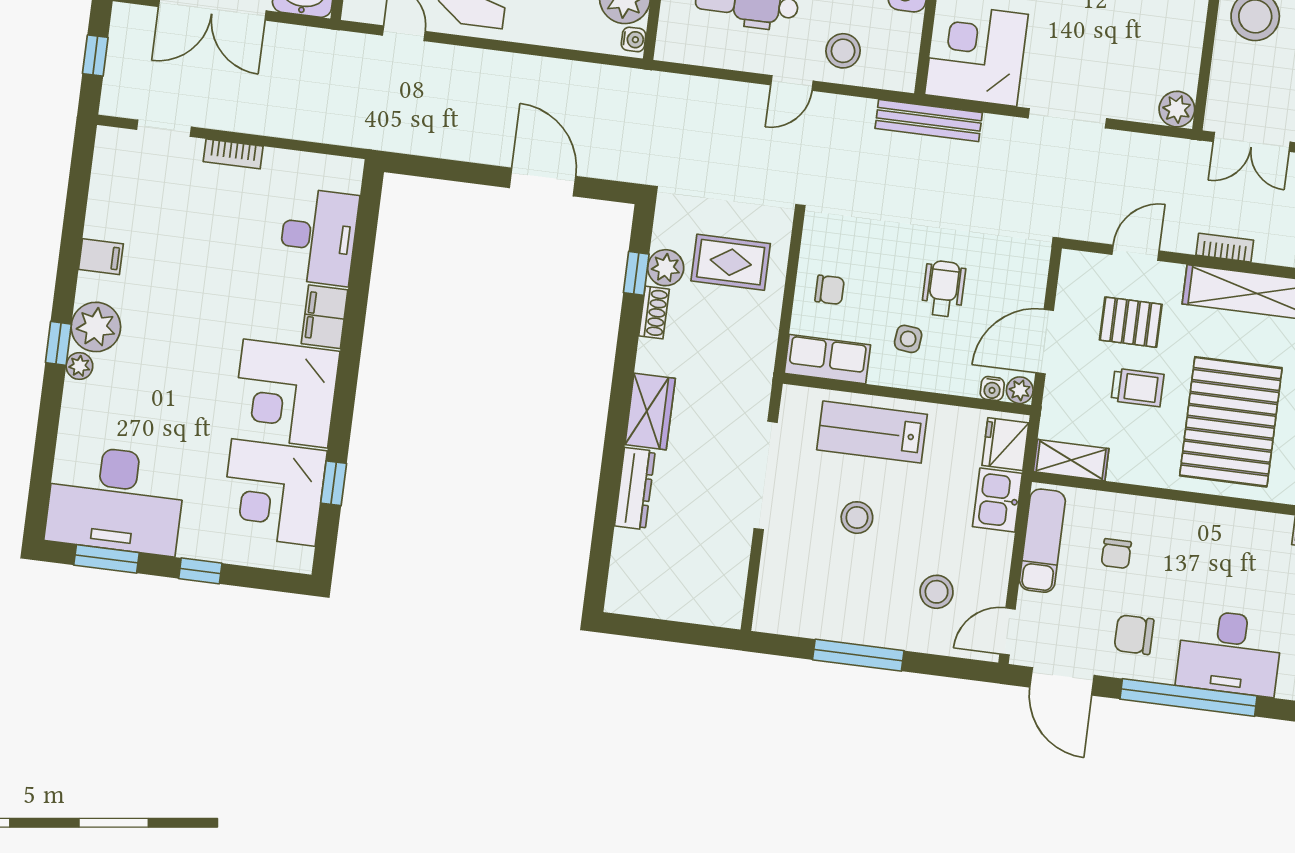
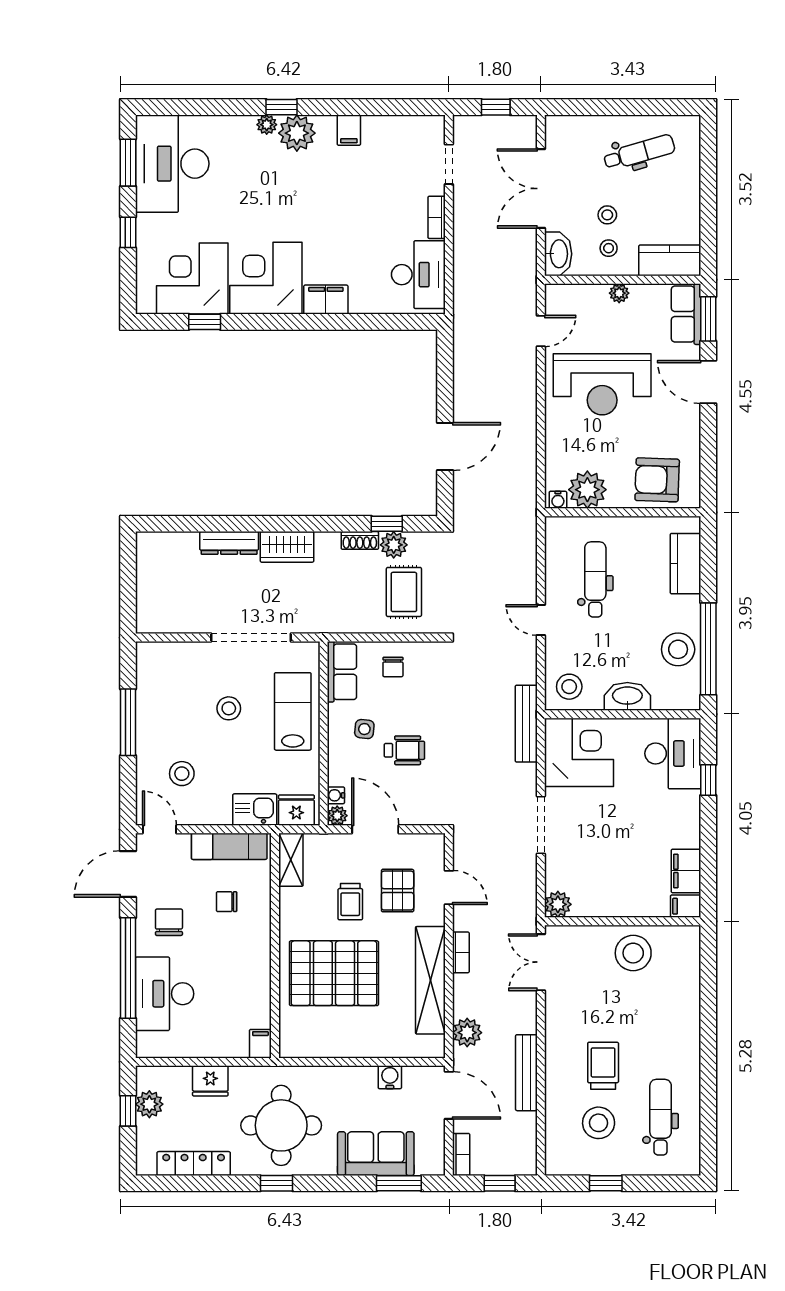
stool: (843, 51) -> (569, 687), moved
desk: (318, 237) -> (418, 275), moved, turned -90

